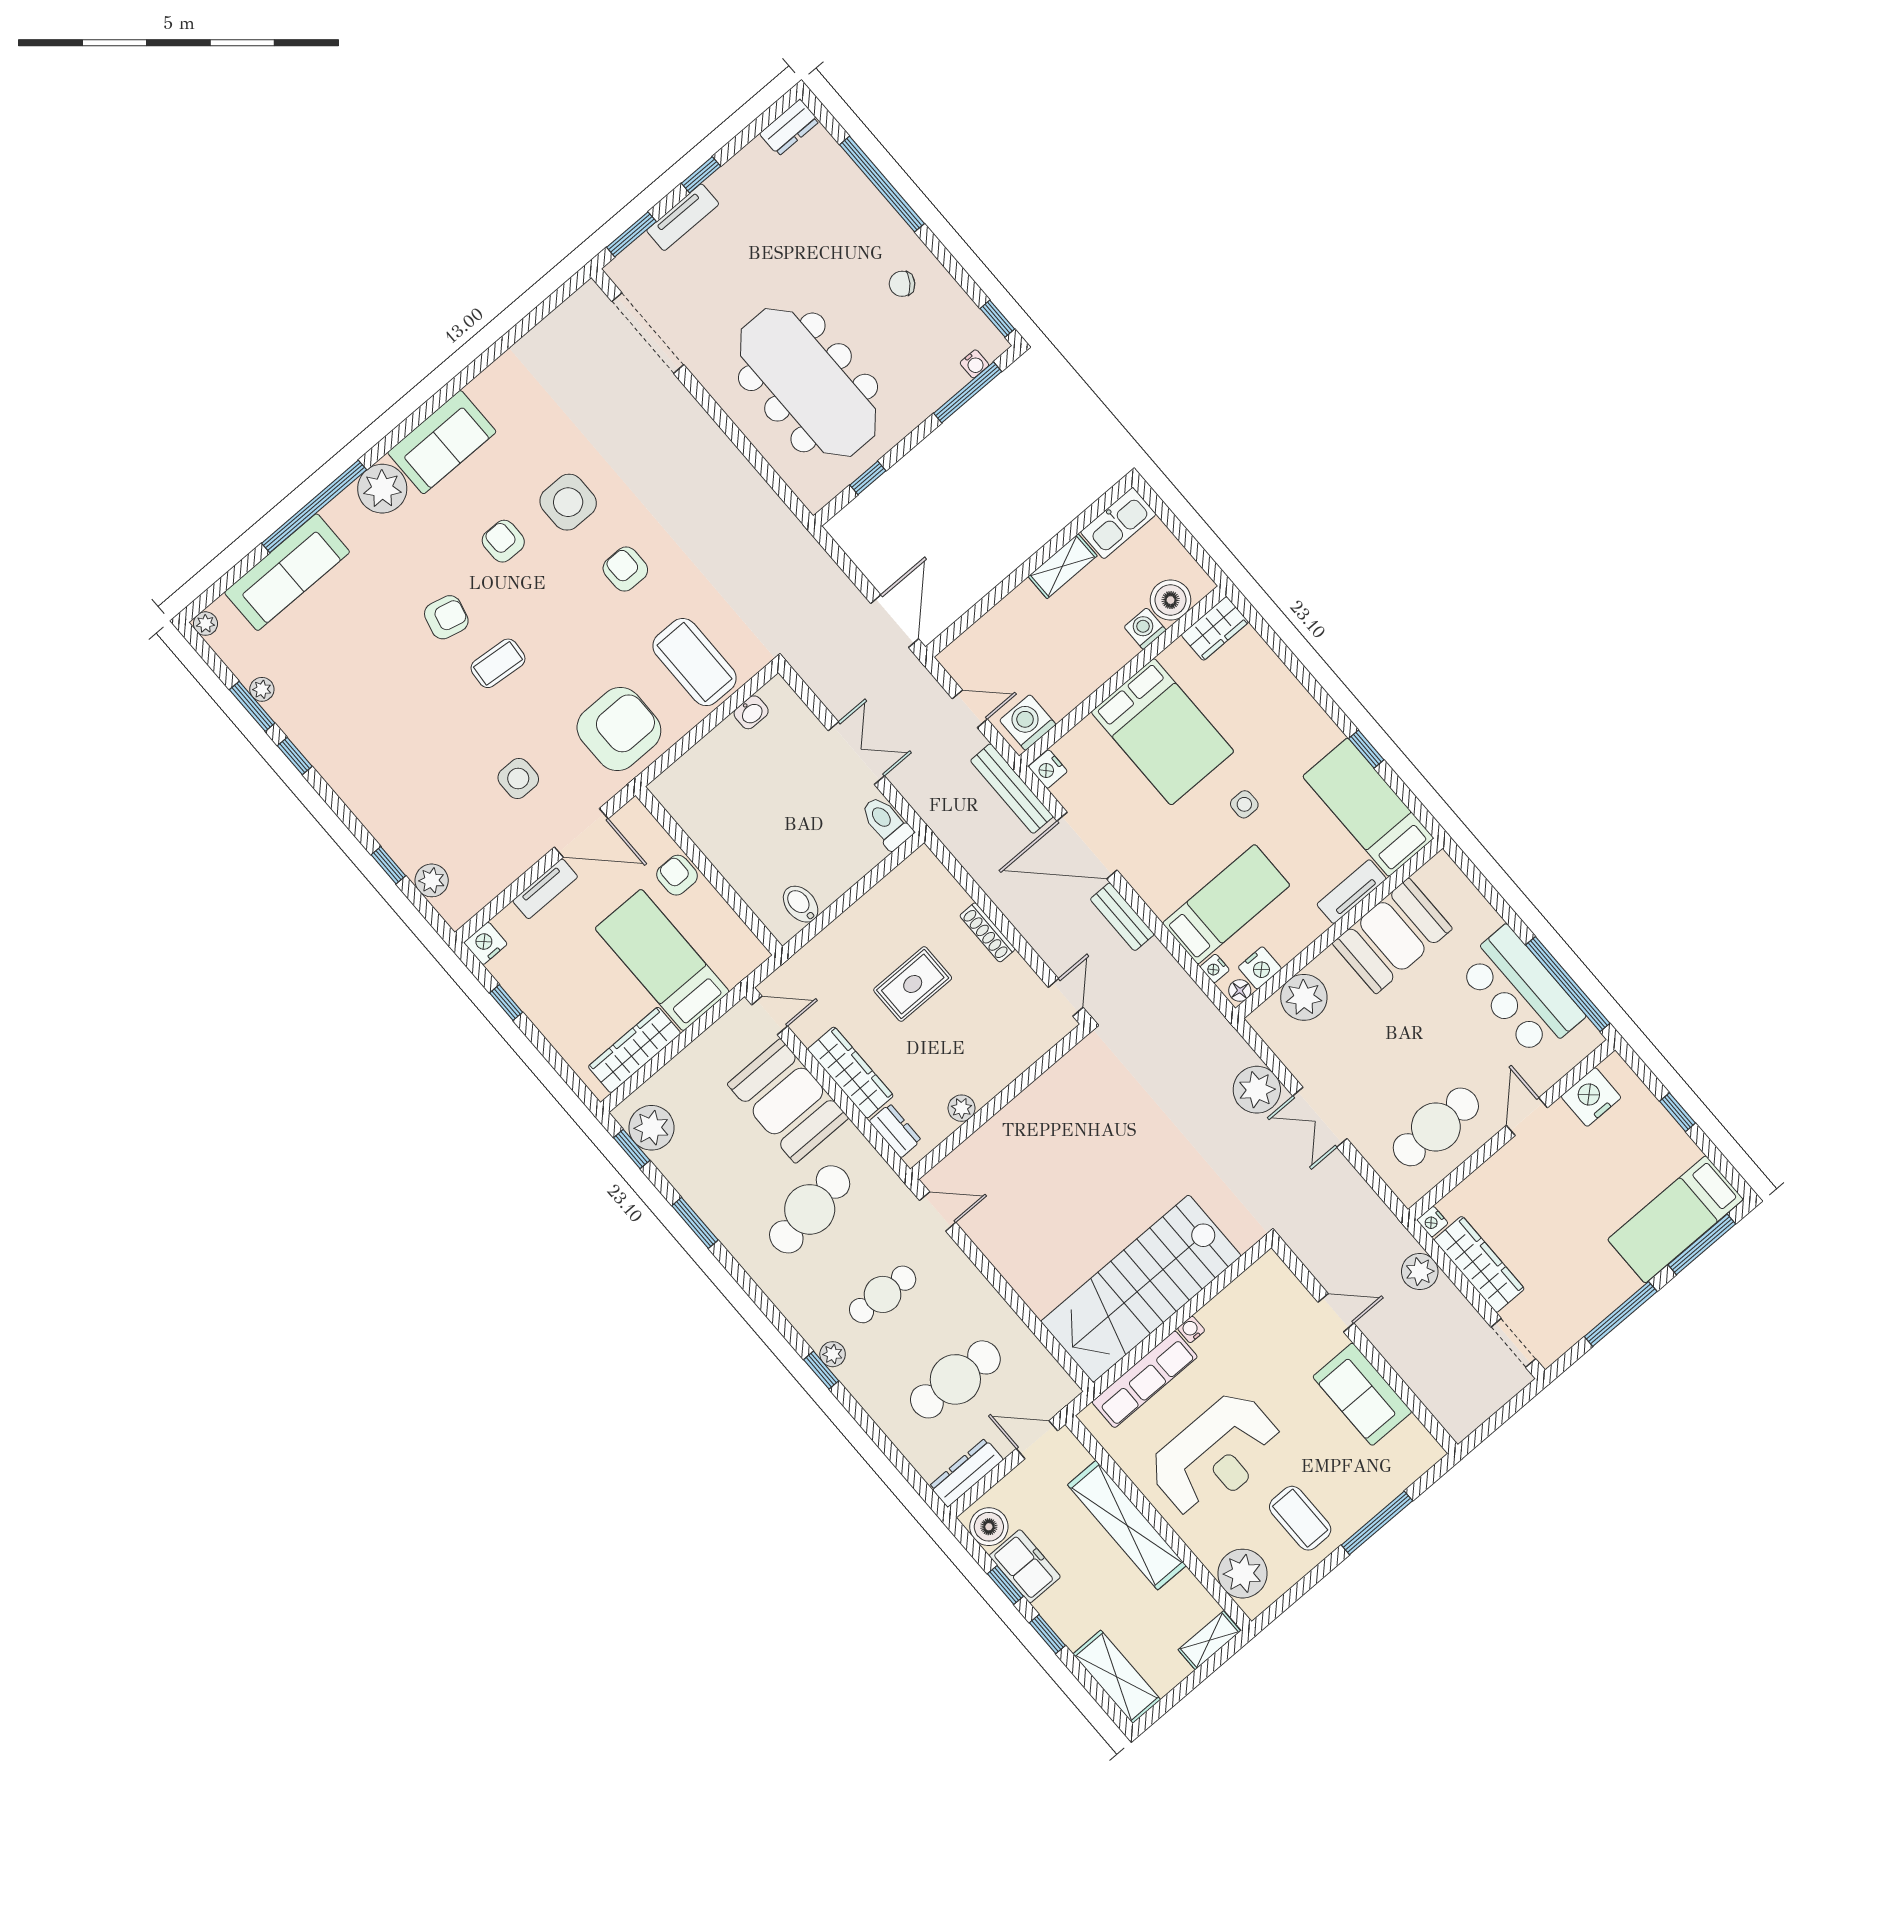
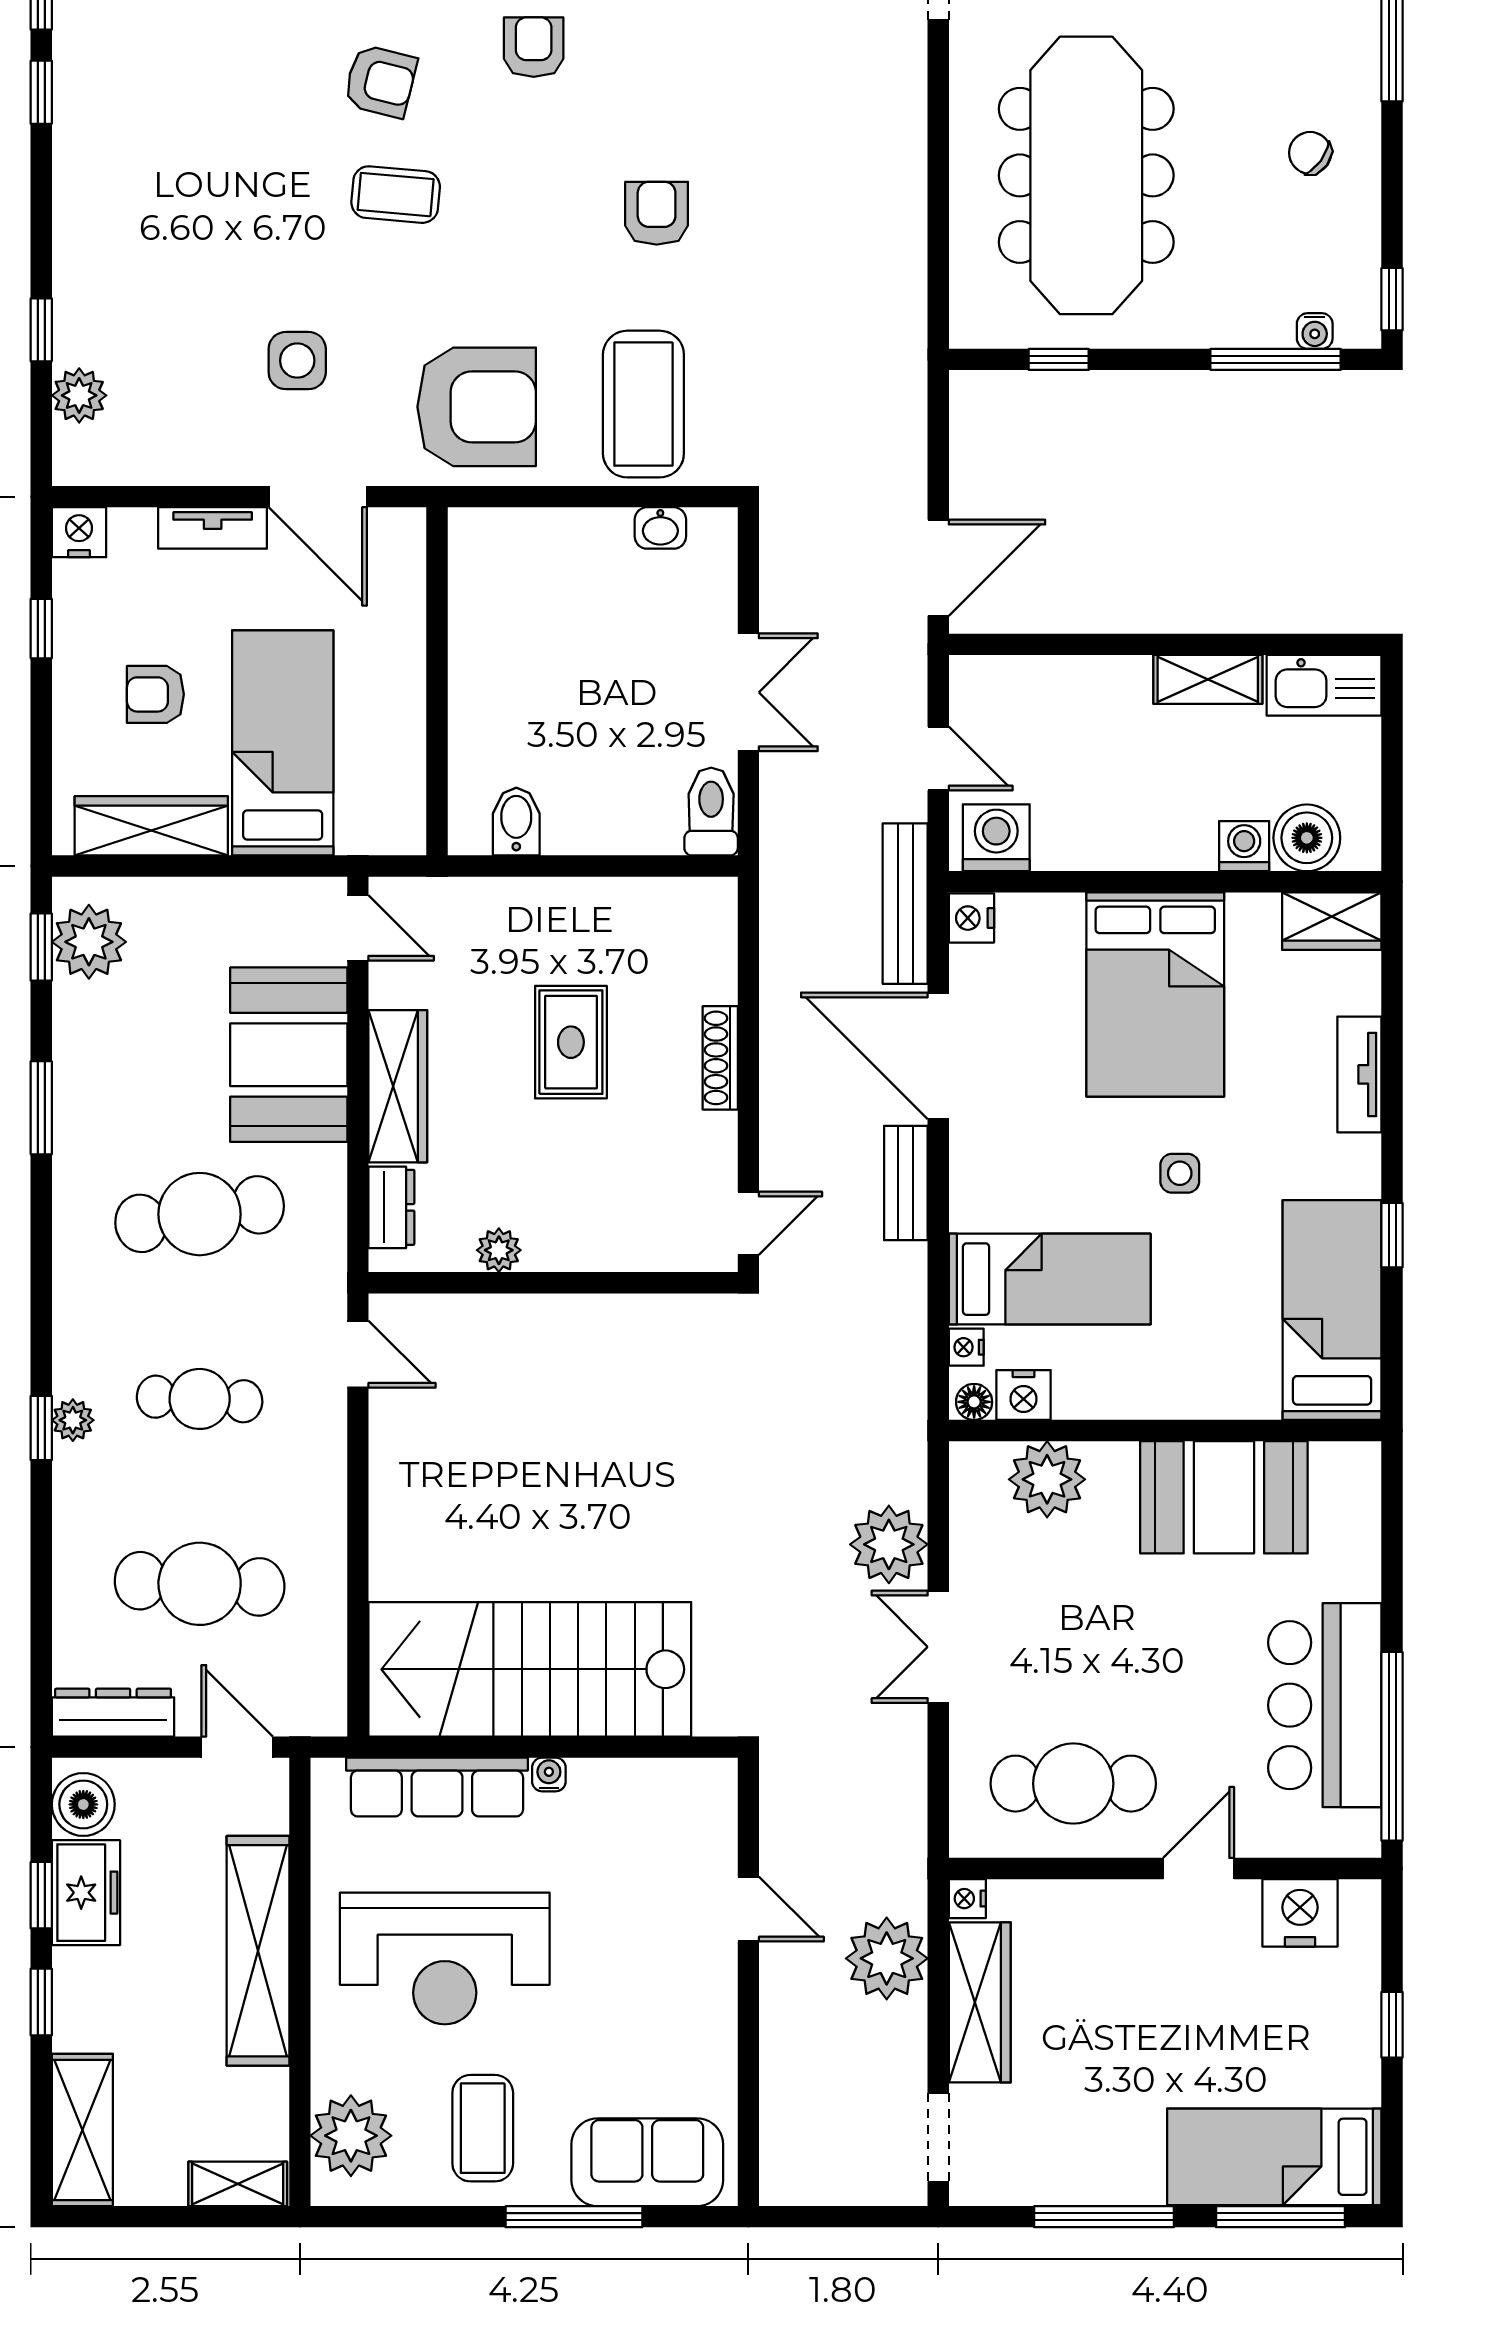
side table: (568, 502) -> (657, 68), removed
armchair: (677, 875) -> (155, 694), moved, turned -90
tv unit: (1352, 892) -> (1359, 1074), moved, turned -90
rug: (913, 984) -> (571, 1042), turned 90
plant: (1420, 1272) -> (887, 1958), width x1.36, depth x1.36
sofa: (1362, 1394) -> (647, 2162), moved, turned 90

